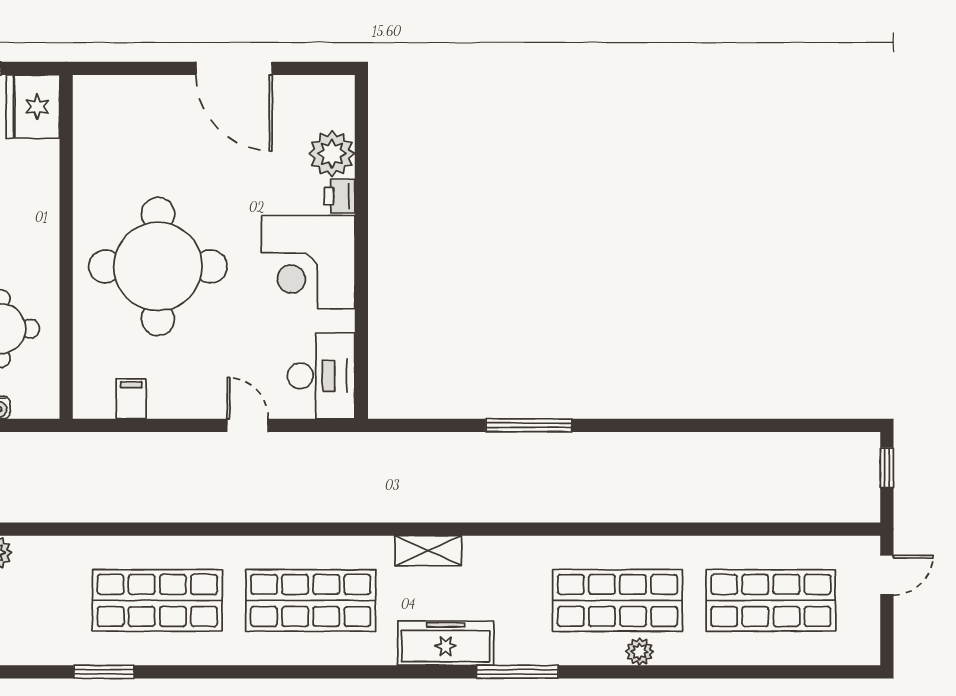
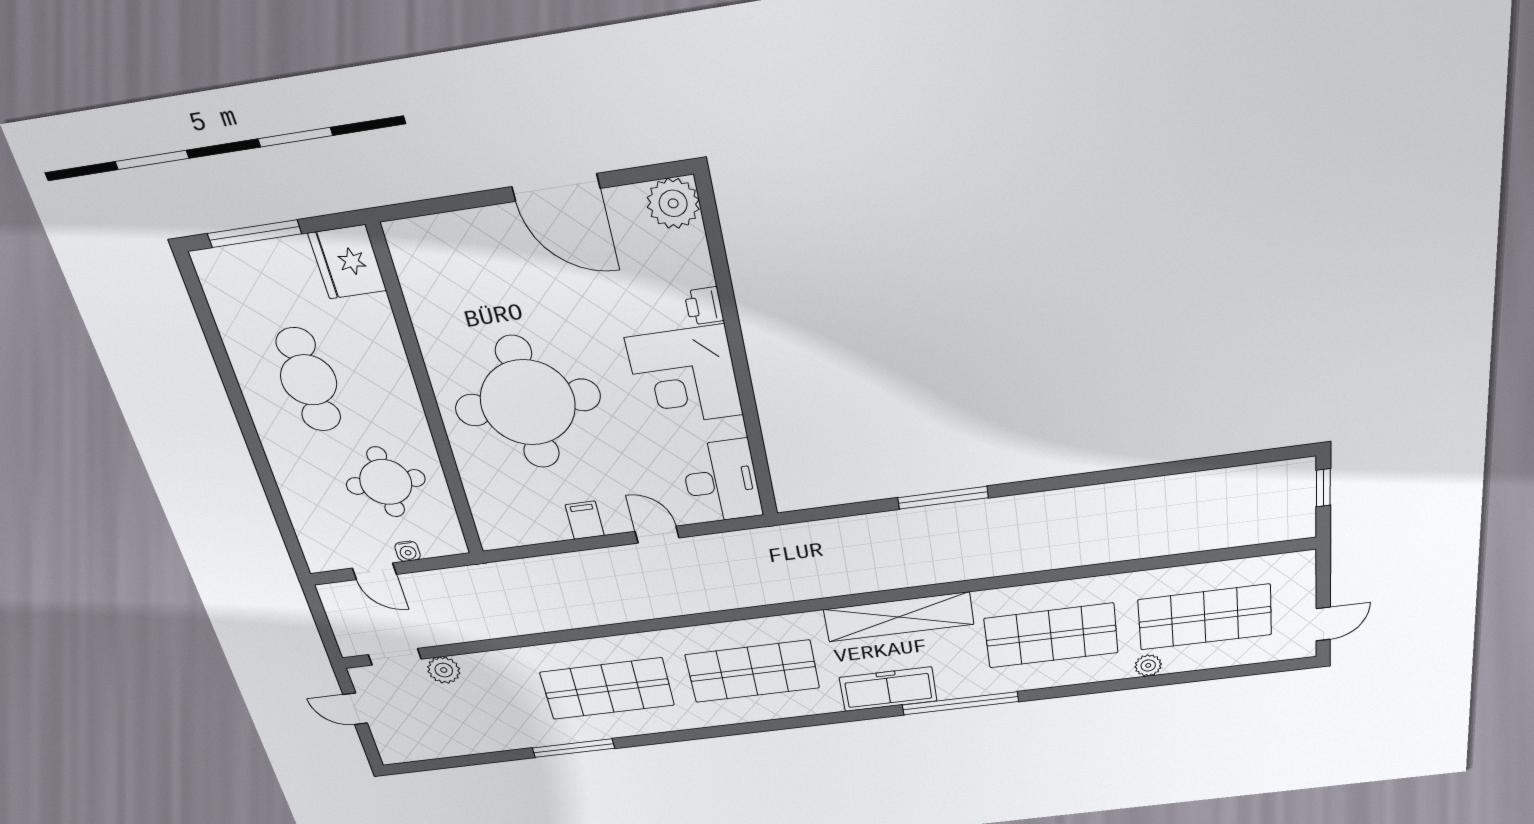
plant: (332, 154) -> (673, 203), moved
filing cabinet: (131, 399) -> (585, 520), moved
shelving: (428, 551) -> (899, 617), width x2.20, depth x1.33
door: (887, 575) -> (1323, 624), moved
plant: (640, 652) -> (1148, 665), moved
window: (104, 672) -> (573, 748), width x1.44
window: (517, 672) -> (960, 703), width x1.46

